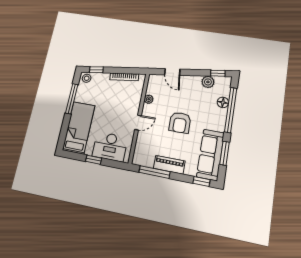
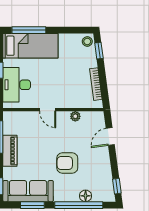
plant: (208, 82) -> (105, 177), removed
window: (72, 99) -> (29, 30), moved
armchair: (180, 123) -> (67, 163), moved

